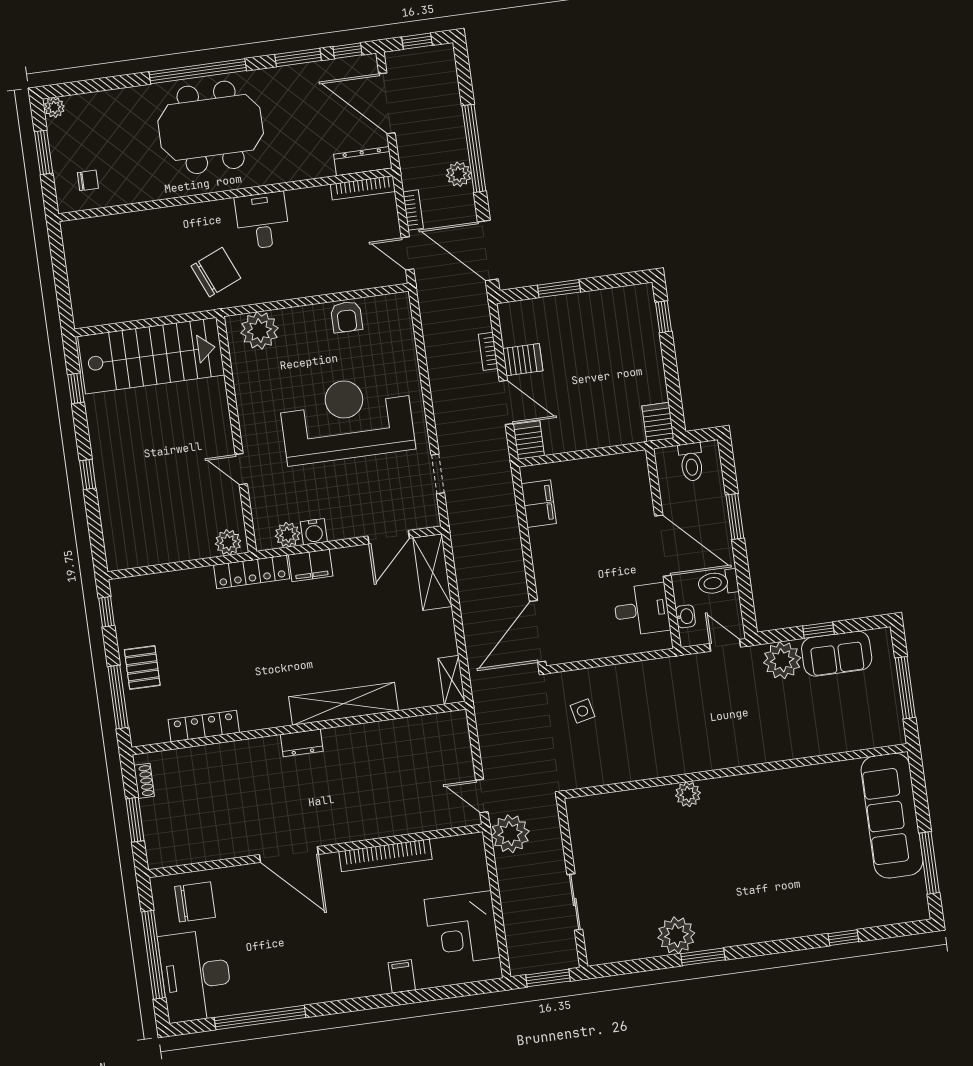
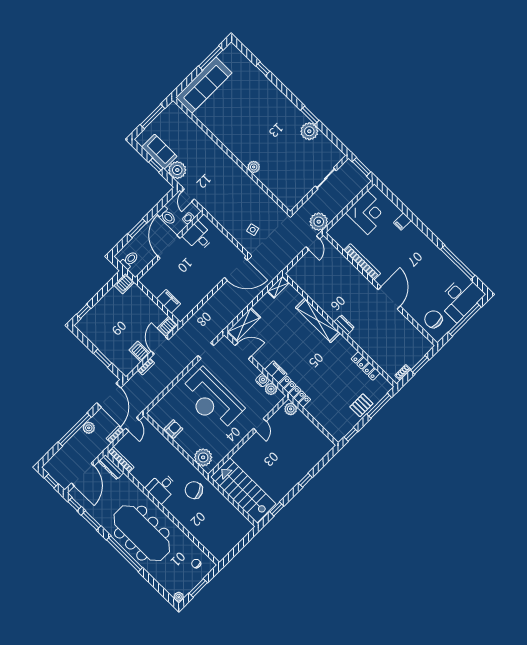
meeting table: (211, 127) -> (142, 533), width x1.36
filing cabinet: (539, 504) -> (169, 301), moved, turned 90

